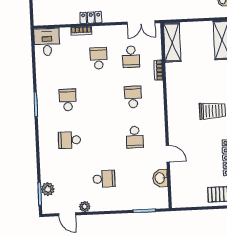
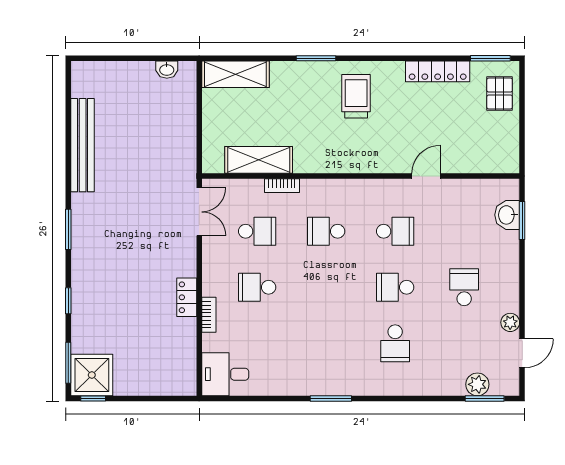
shelving: (172, 42) -> (259, 160), moved
school desk: (68, 100) -> (395, 287), moved
washbasin: (160, 178) -> (507, 215), moved, turned 90

